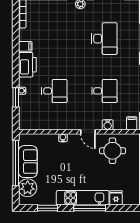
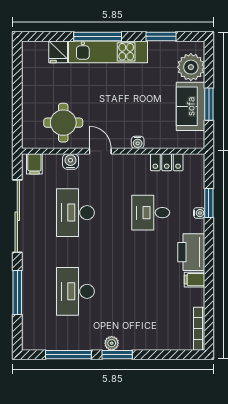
desk: (104, 91) -> (75, 213), width x1.37
locker: (44, 124) -> (167, 162), added
window: (16, 163) -> (209, 104), width x0.47

